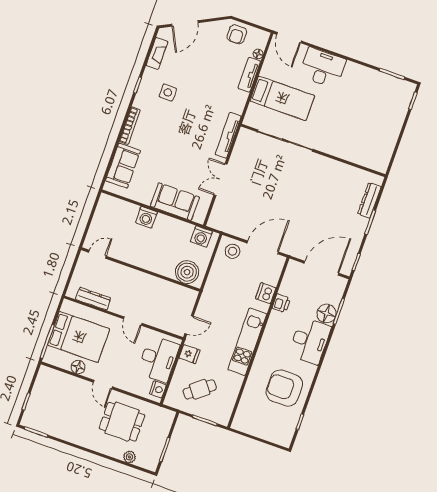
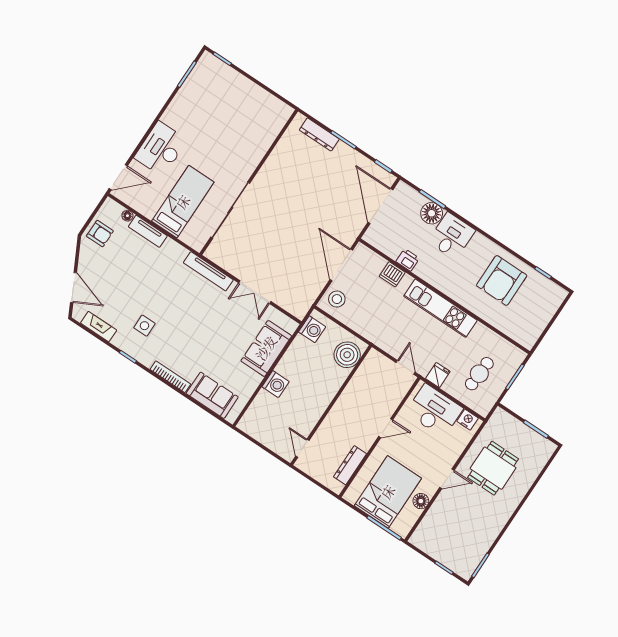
desk: (310, 341) -> (452, 236), width x0.73
cafe table: (200, 389) -> (479, 374), turned 41
plant: (129, 457) -> (534, 470), removed

